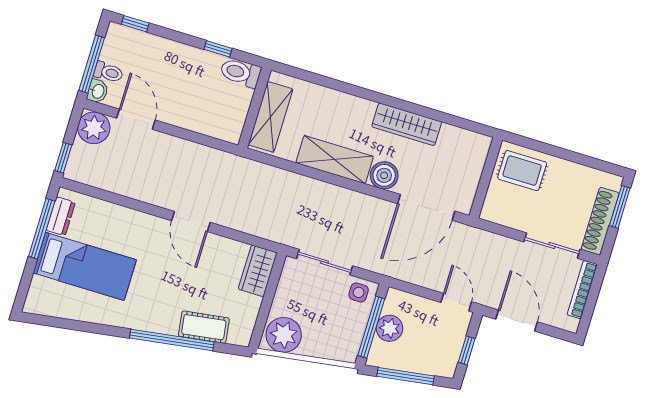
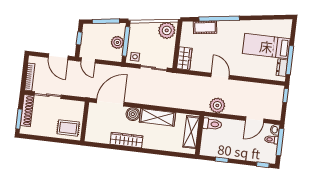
toilet: (240, 73) -> (212, 124), moved
door: (136, 119) -> (255, 120), hinge flipped
plant: (94, 128) -> (217, 105), moved

